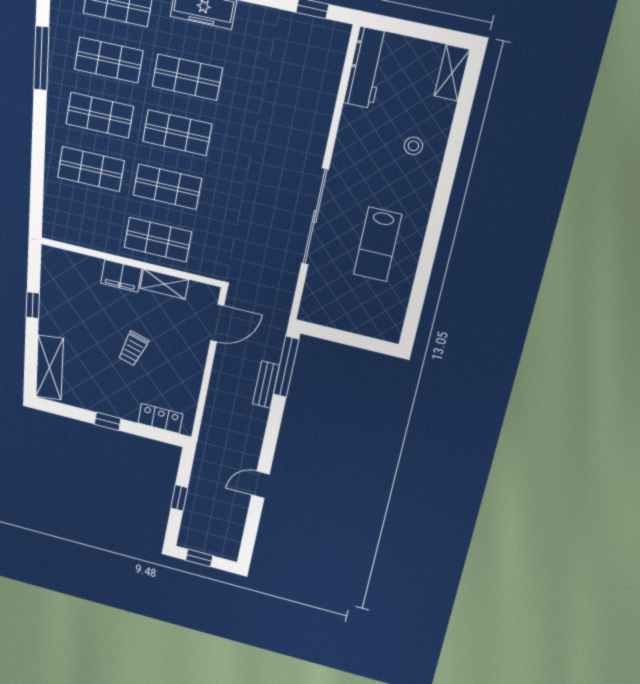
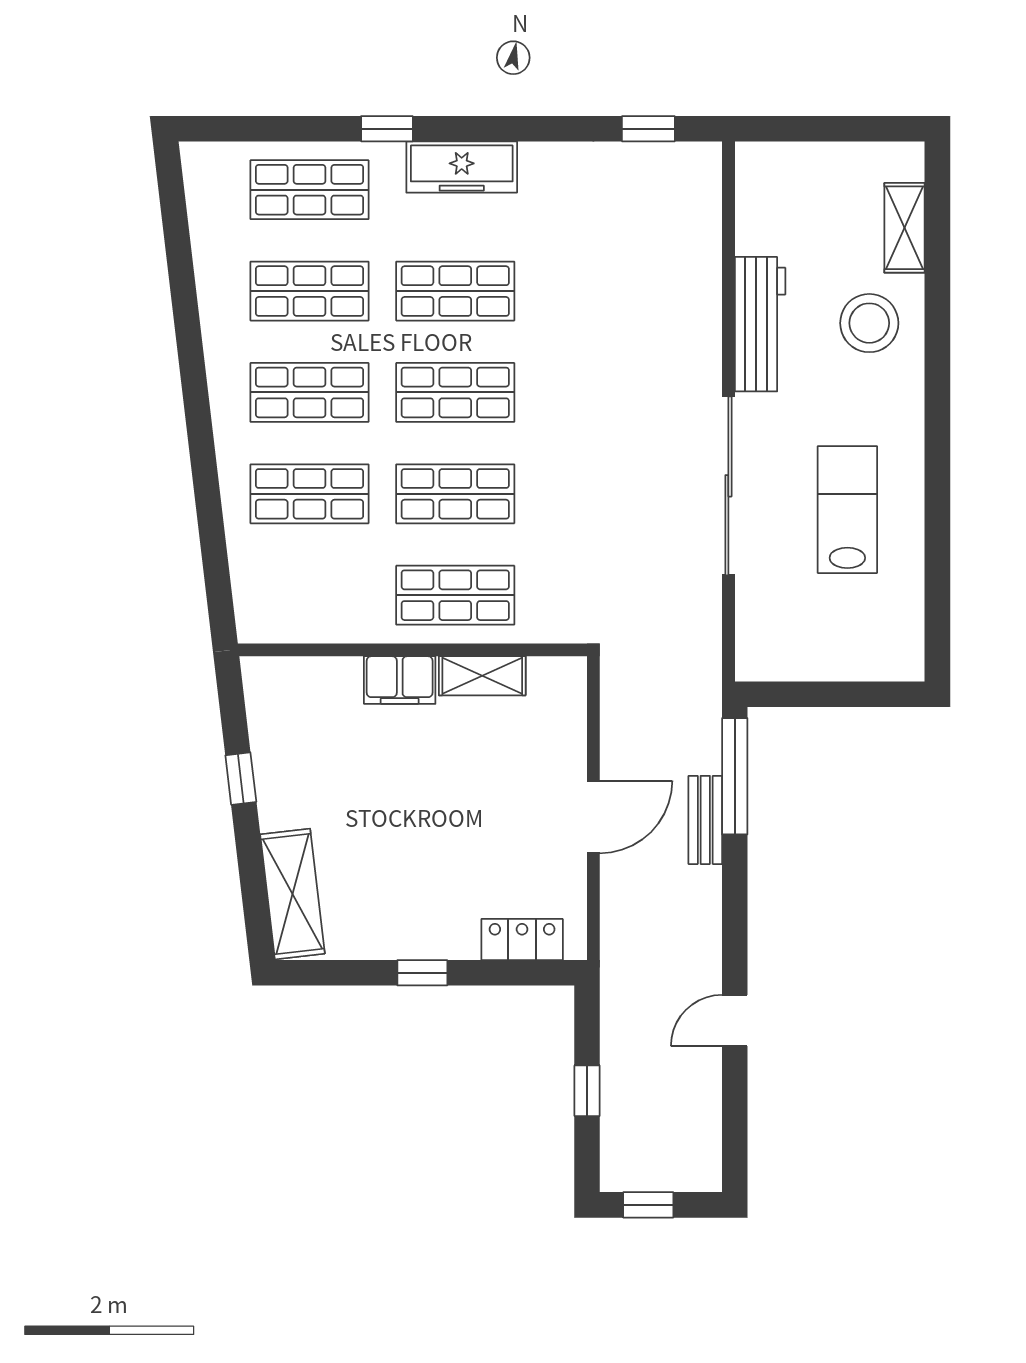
window: (41, 58) -> (186, 314), removed
workbench: (366, 68) -> (760, 324), moved
shelving: (452, 73) -> (904, 228), moved
stool: (413, 146) -> (869, 323), width x1.89, depth x1.89
lab bench: (377, 244) -> (847, 510), turned 180
door: (217, 323) -> (593, 817), moved
trolley: (133, 349) -> (446, 815), removed

